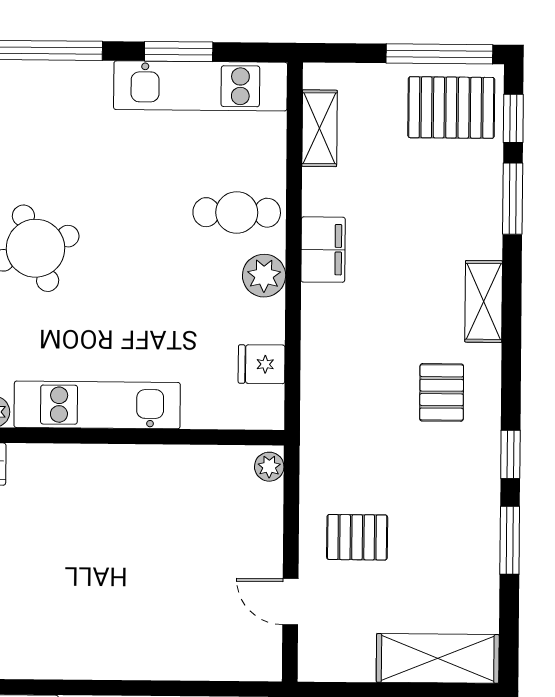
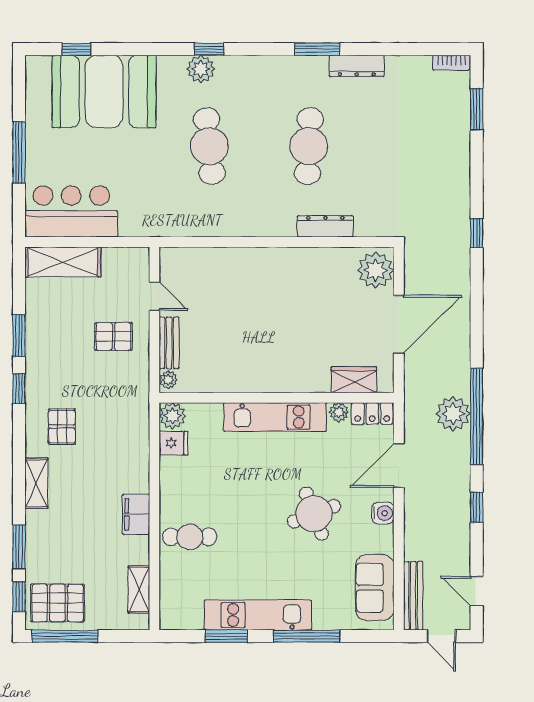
kitchen unit: (201, 86) -> (258, 615), moved
plant: (264, 276) -> (172, 416), moved
bench: (267, 526) -> (169, 343), added

